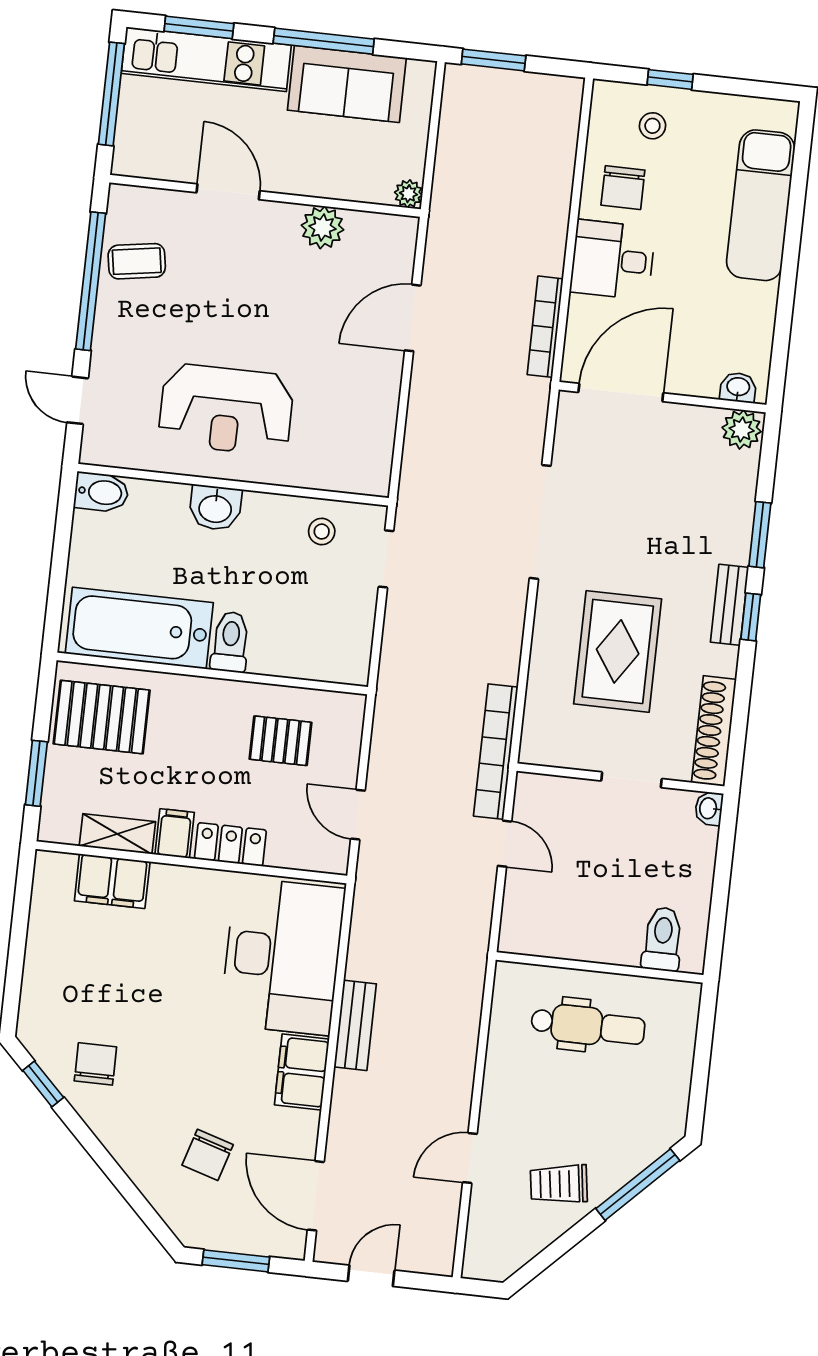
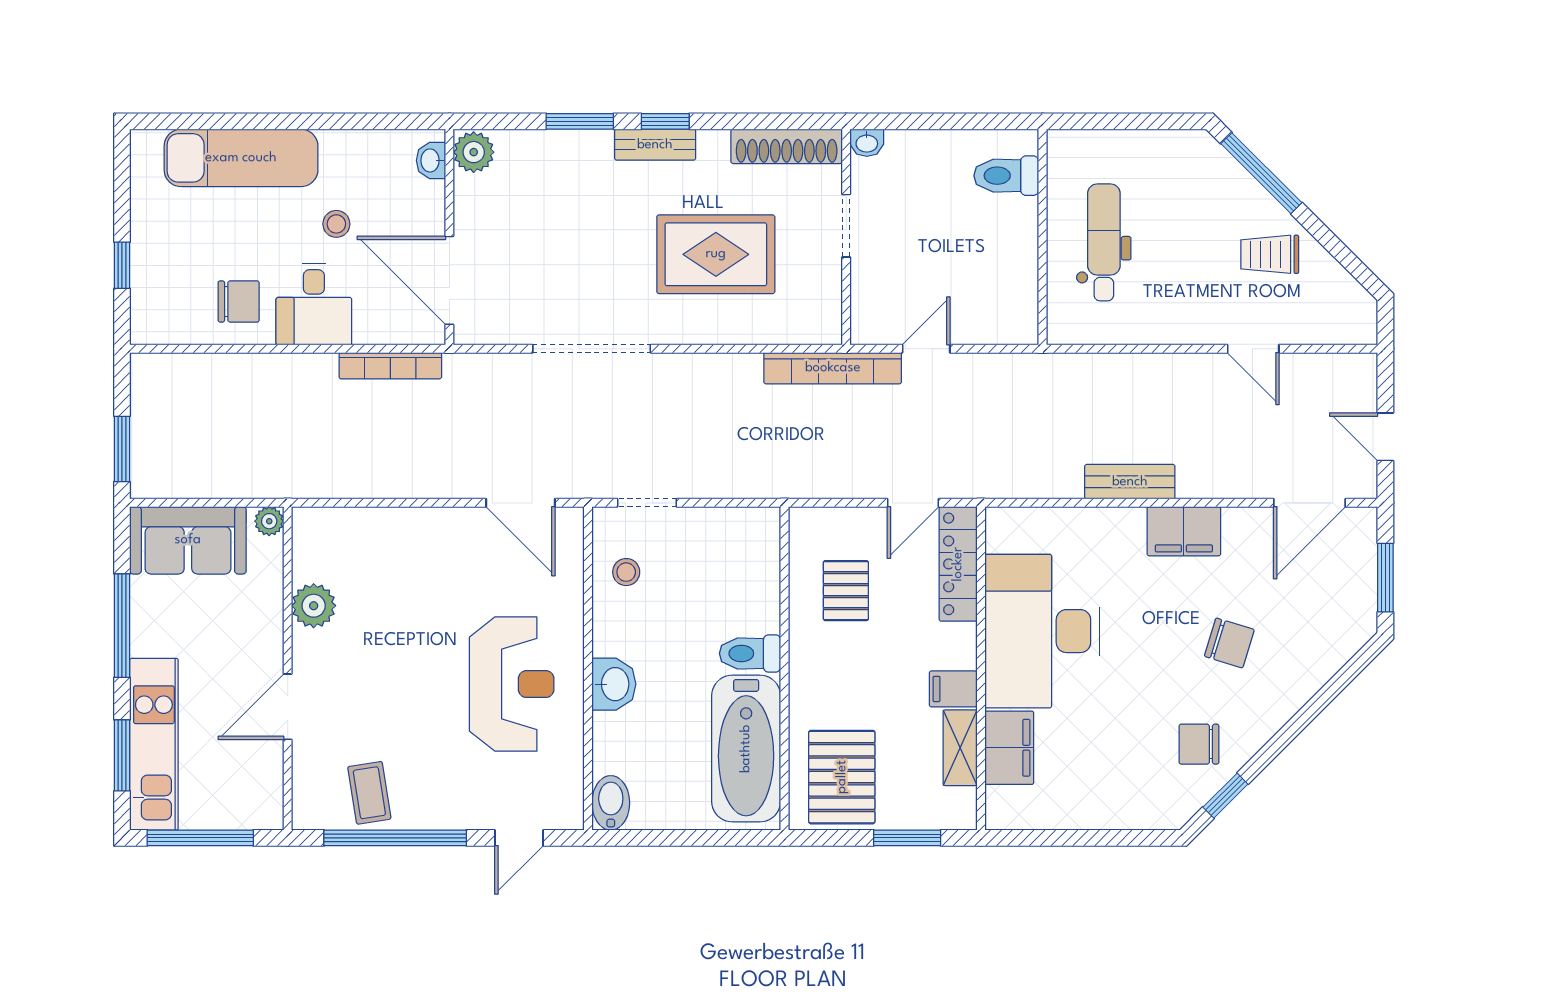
sofa: (347, 84) -> (188, 540), moved, turned 90
stool: (652, 126) -> (336, 224), moved
door: (413, 318) -> (521, 503), moved
locker: (230, 844) -> (958, 564), moved, width x1.53
desk: (282, 956) -> (1042, 631), moved, turned -90
chair: (208, 1155) -> (1229, 643), moved
trolley: (559, 1184) -> (1270, 254), turned 98

